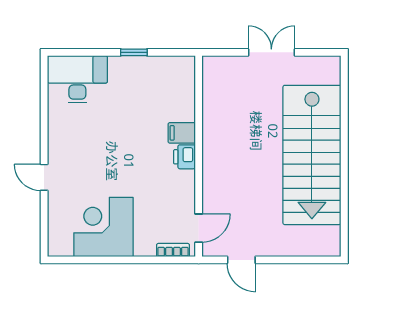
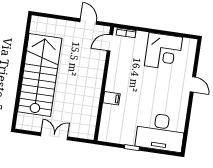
double door: (271, 52) -> (54, 136), swing flipped
desk: (77, 79) -> (160, 132), width x1.36, depth x1.30
printer: (184, 157) -> (112, 84), removed

